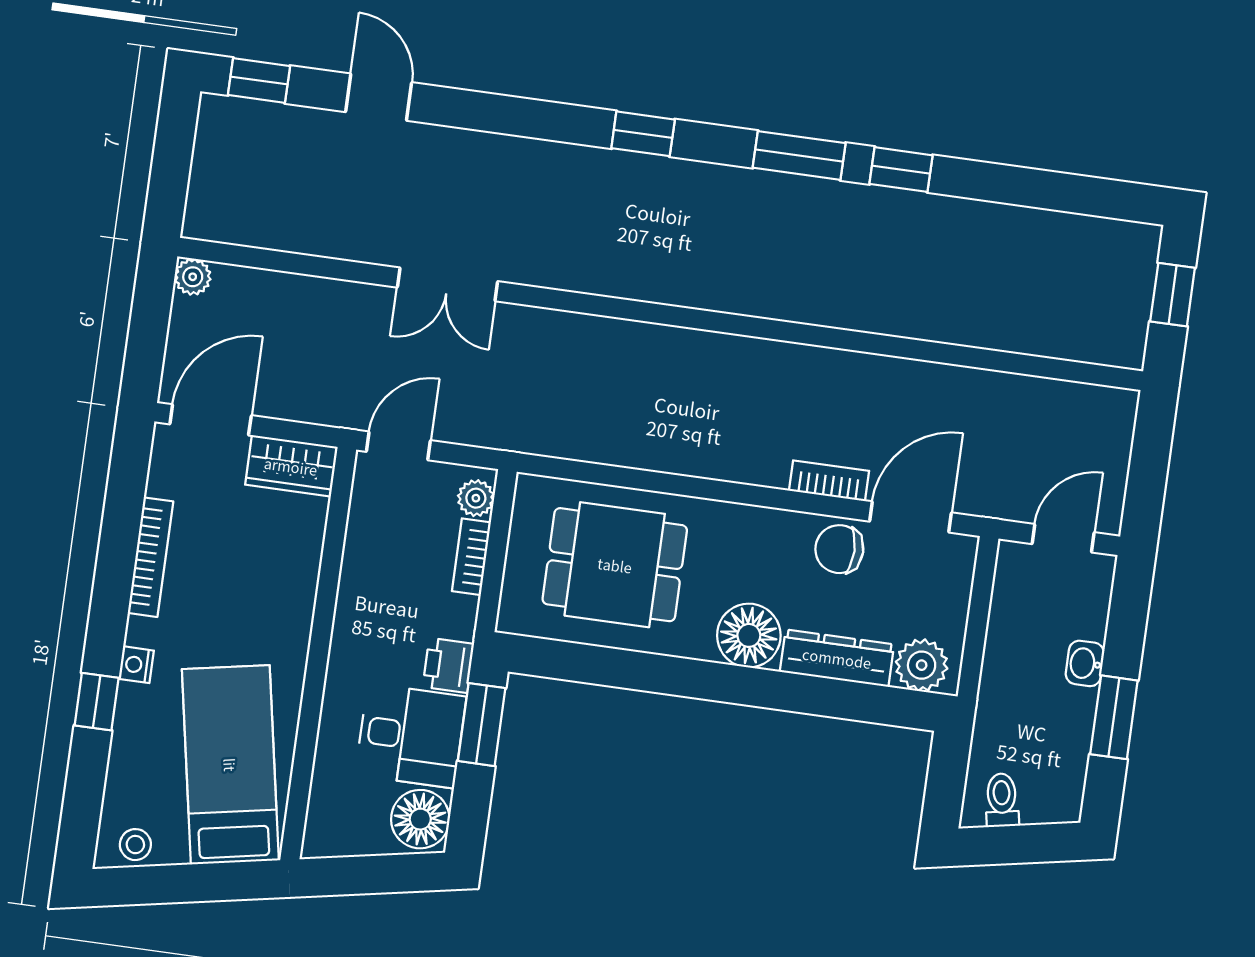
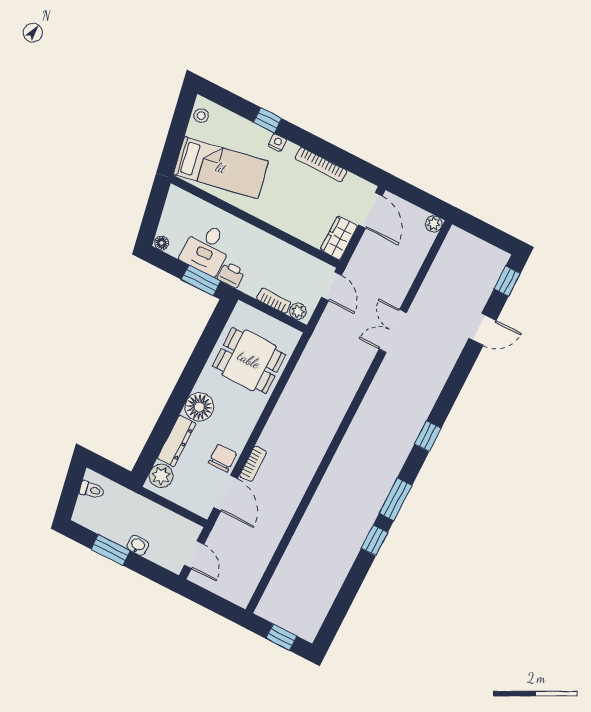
dining table: (615, 565) -> (249, 360), turned 90
floor lamp: (420, 819) -> (162, 243), width x0.53, depth x0.53

